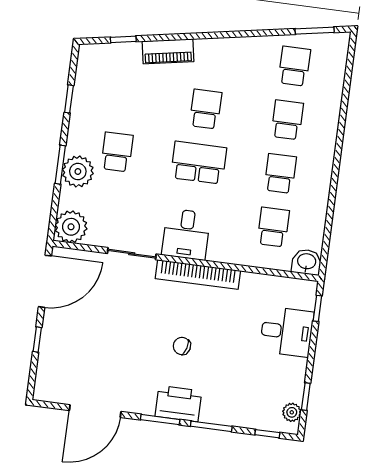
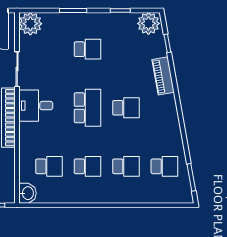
plant: (78, 171) -> (148, 23), moved

